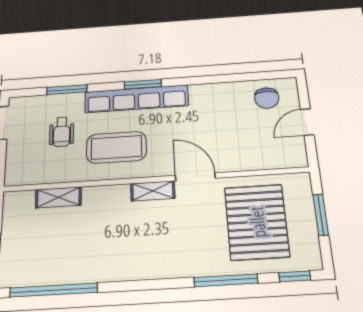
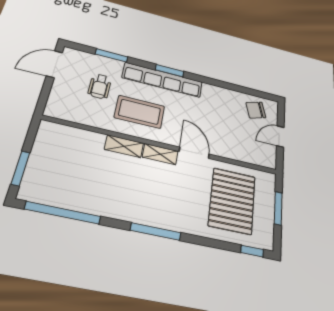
chair: (267, 98) -> (256, 110), turned 73
shelving: (58, 197) -> (124, 146), moved
window: (226, 280) -> (156, 232), moved

